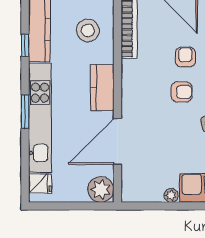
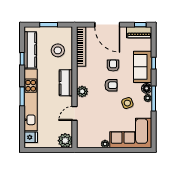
plant: (131, 103) -> (82, 91), added
door: (117, 142) -> (75, 113), width x0.53

